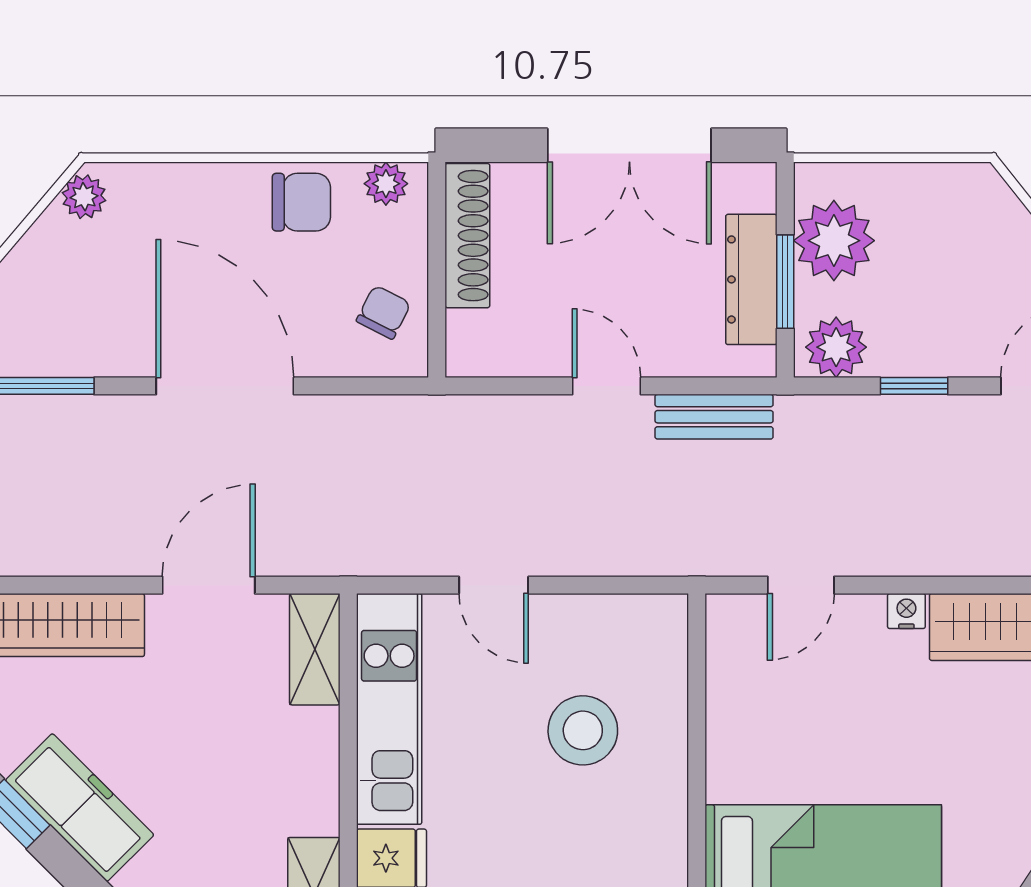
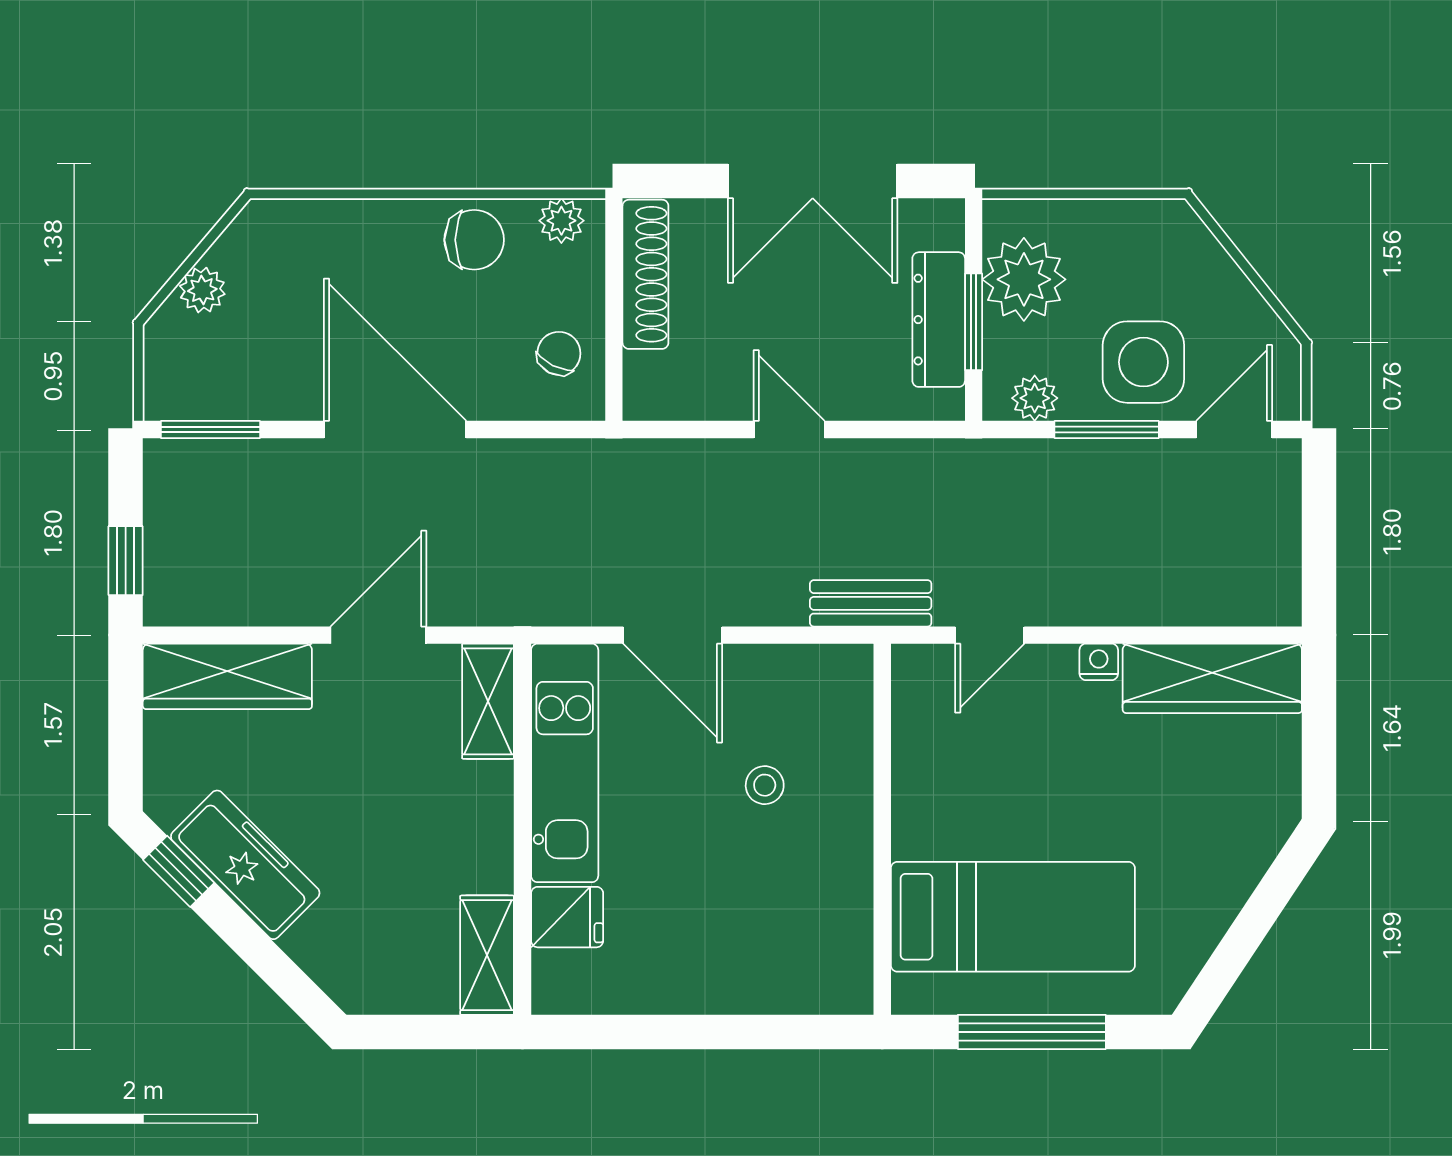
plant: (84, 197) -> (202, 290), moved
side table: (950, 321) -> (1143, 362), added
plant: (836, 347) -> (1035, 398), width x0.73, depth x0.73
window: (914, 386) -> (1107, 430), width x1.50
bench: (714, 417) -> (871, 603), moved
door: (494, 585) -> (673, 635), width x1.38
stool: (583, 730) -> (765, 785), width x0.53, depth x0.53

